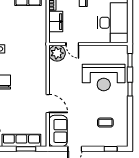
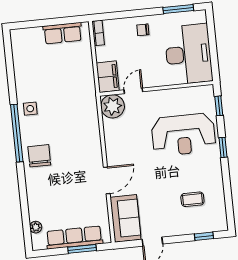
filing cabinet: (56, 22) -> (108, 77), moved
door: (72, 44) -> (133, 91), swing flipped
door: (48, 104) -> (107, 180), hinge flipped

